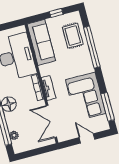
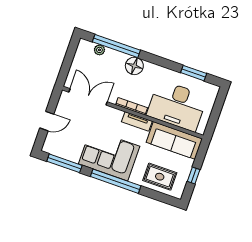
window: (92, 47) -> (116, 181), moved
tv unit: (49, 88) -> (137, 121), moved
corner sofa: (86, 97) -> (109, 155), moved

